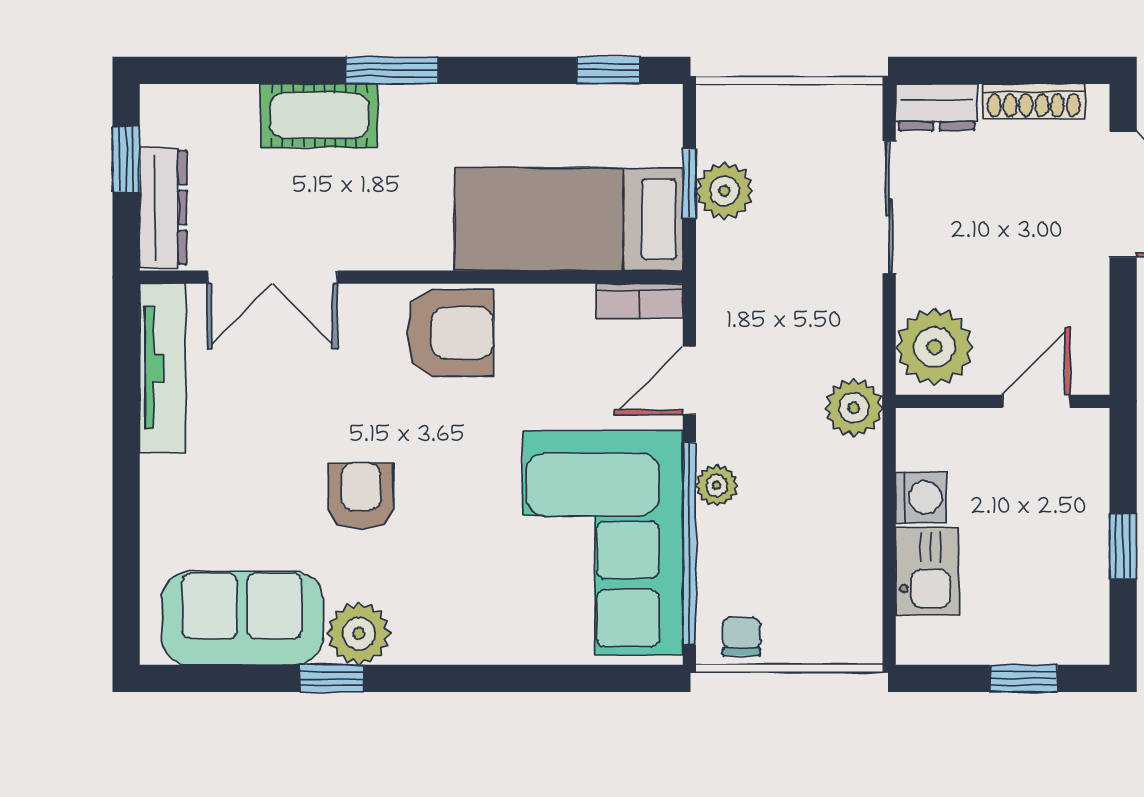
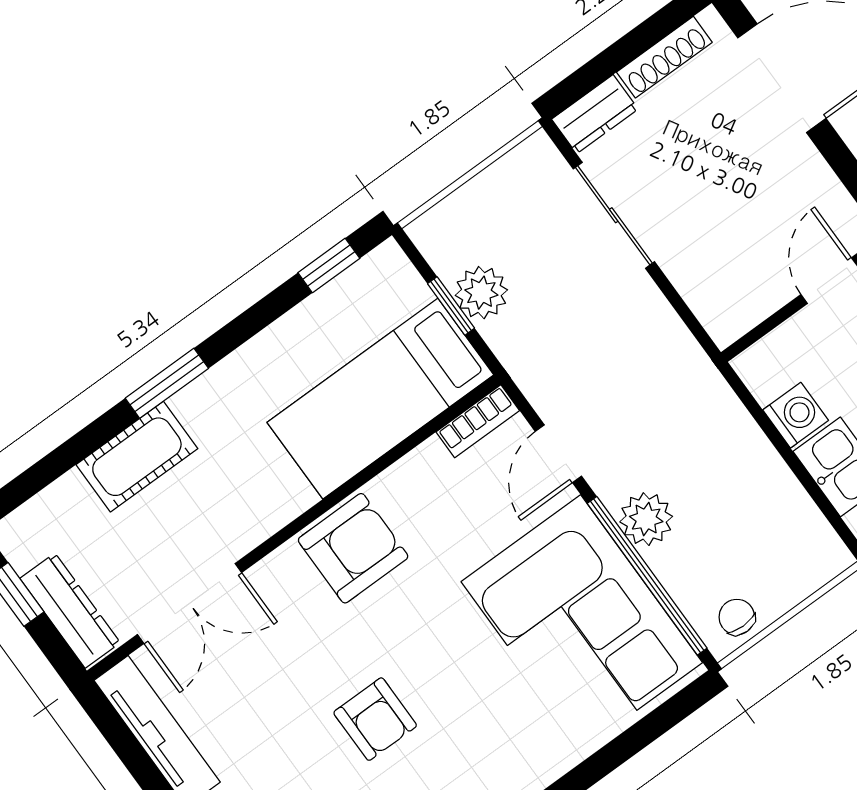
plant: (934, 347) -> (724, 295), removed
plant: (854, 408) -> (696, 385), removed
plant: (717, 485) -> (646, 519), width x1.38, depth x1.38
armchair: (361, 496) -> (375, 719), turned 180

